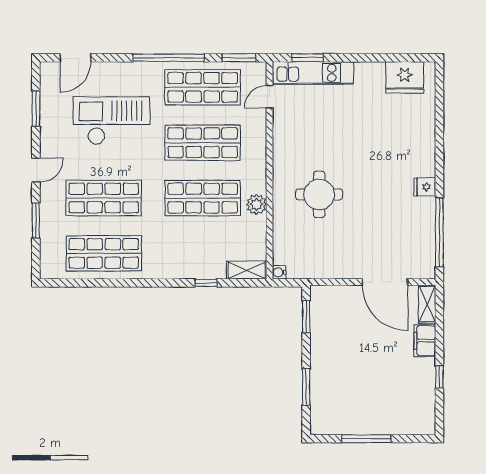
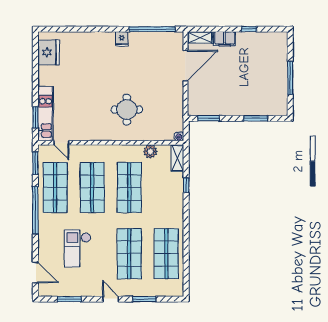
checkout: (112, 121) -> (78, 248), width x0.73, depth x0.83
plant: (257, 204) -> (150, 151), moved

